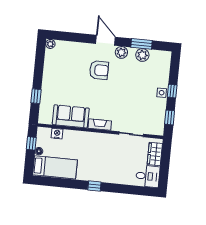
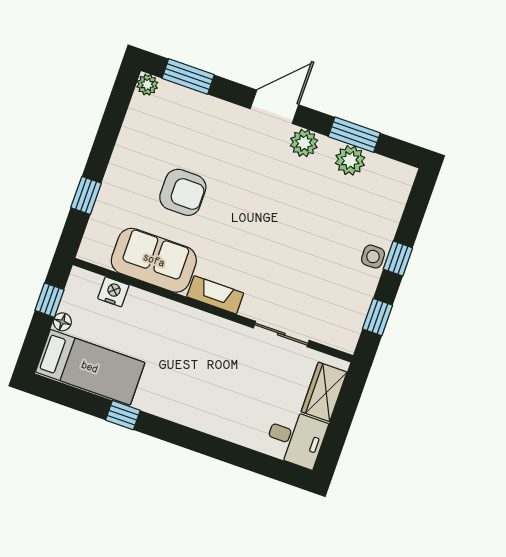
window: (66, 36) -> (188, 76), added
door: (105, 40) -> (274, 107), hinge flipped
armchair: (99, 70) -> (183, 192), moved
window: (94, 186) -> (123, 415), moved

